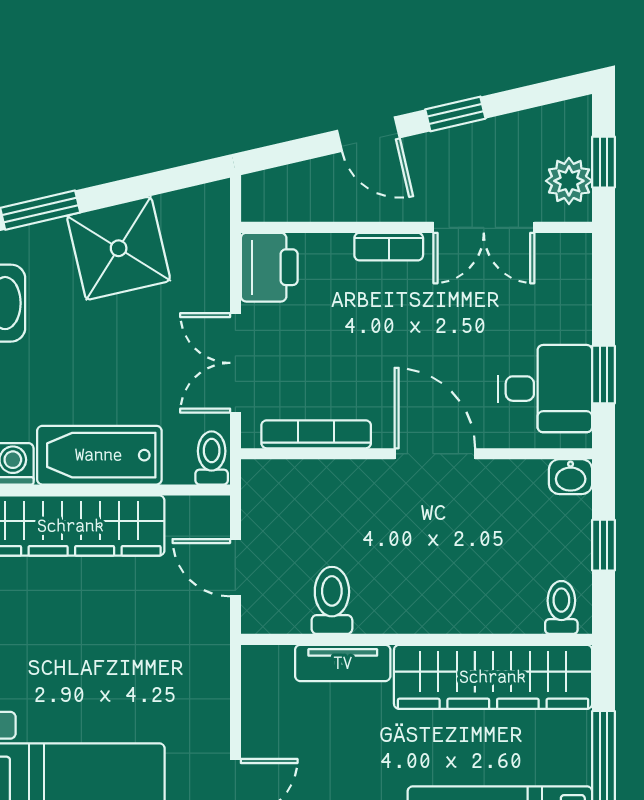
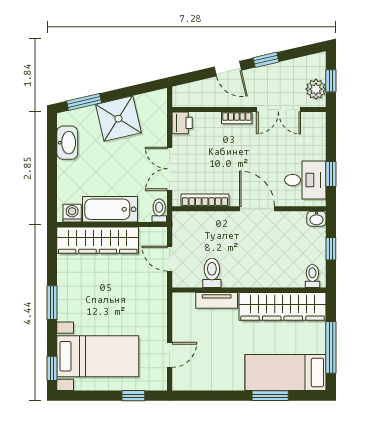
printer: (269, 267) -> (182, 123), width x0.73, depth x0.81

